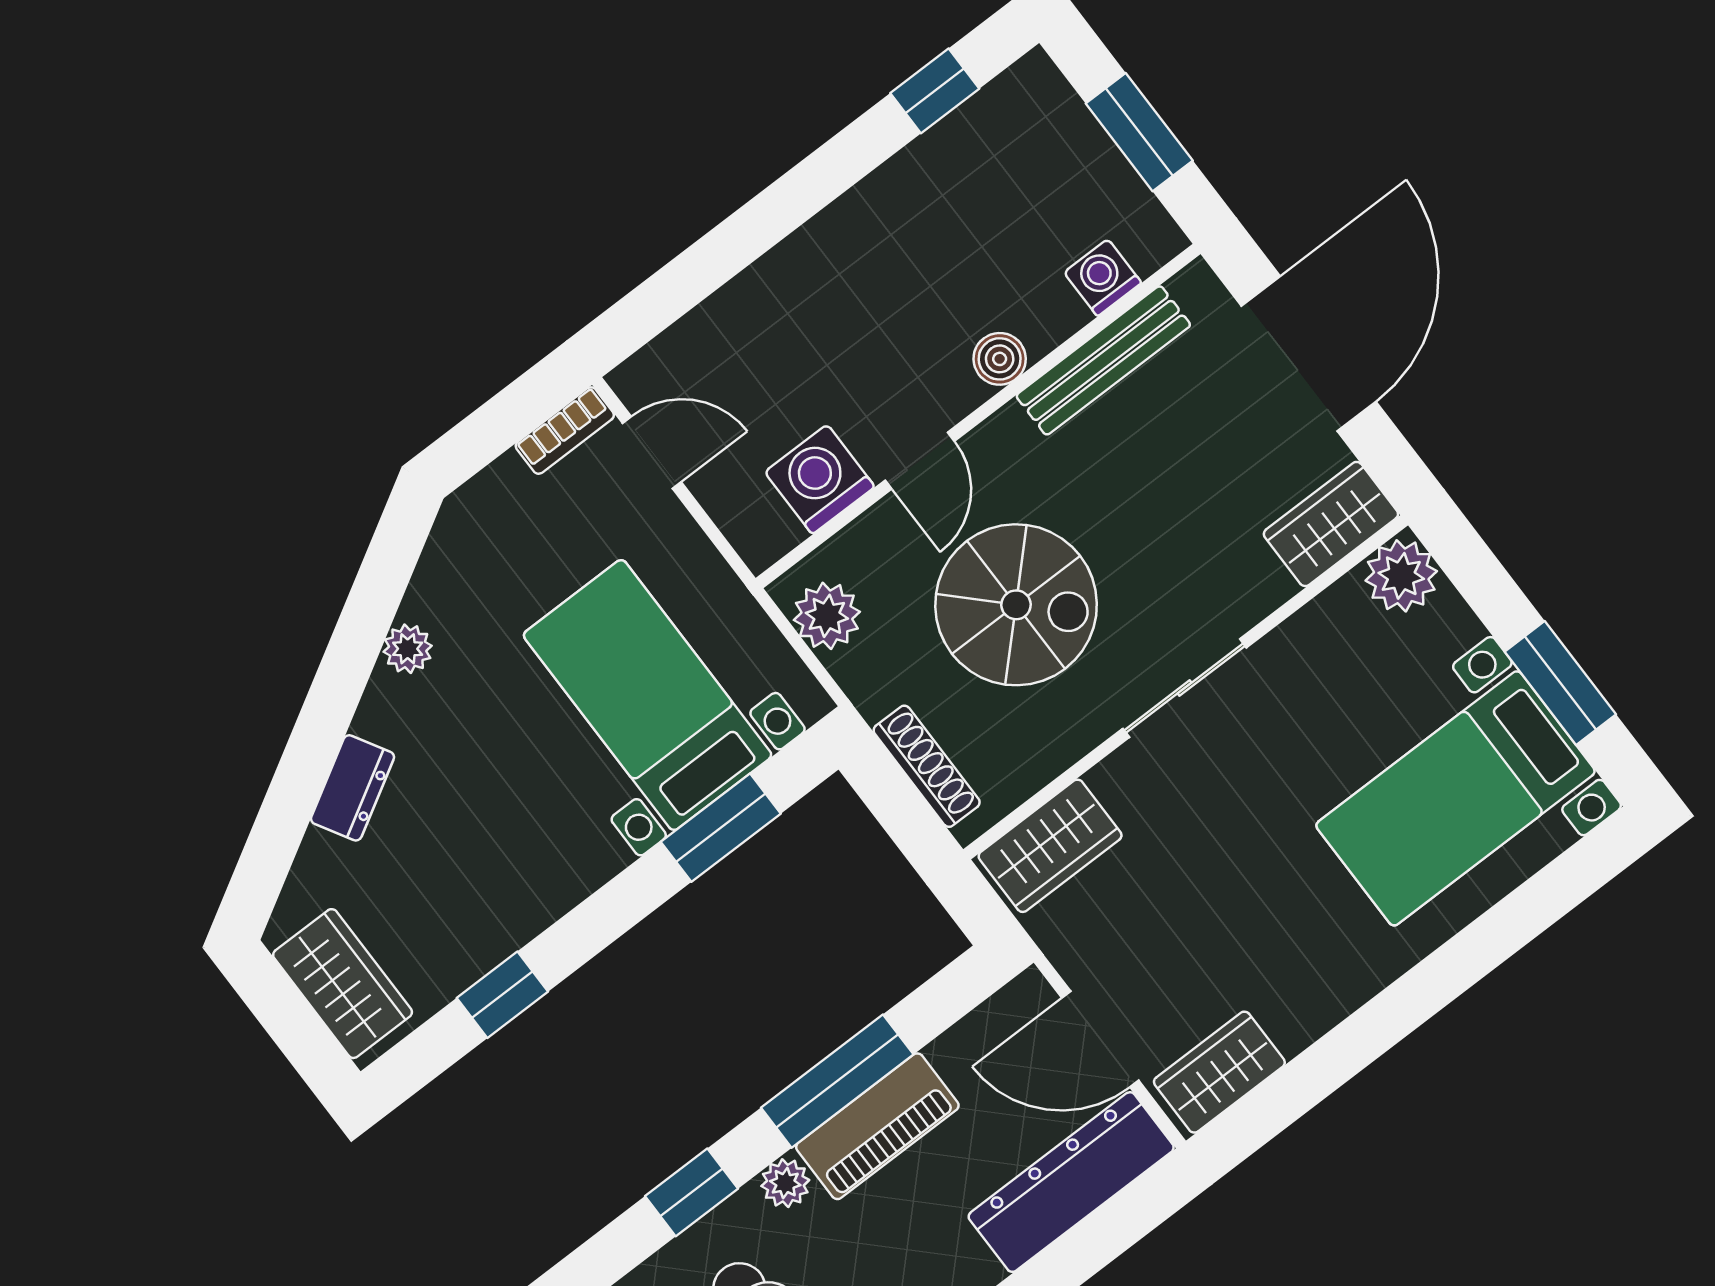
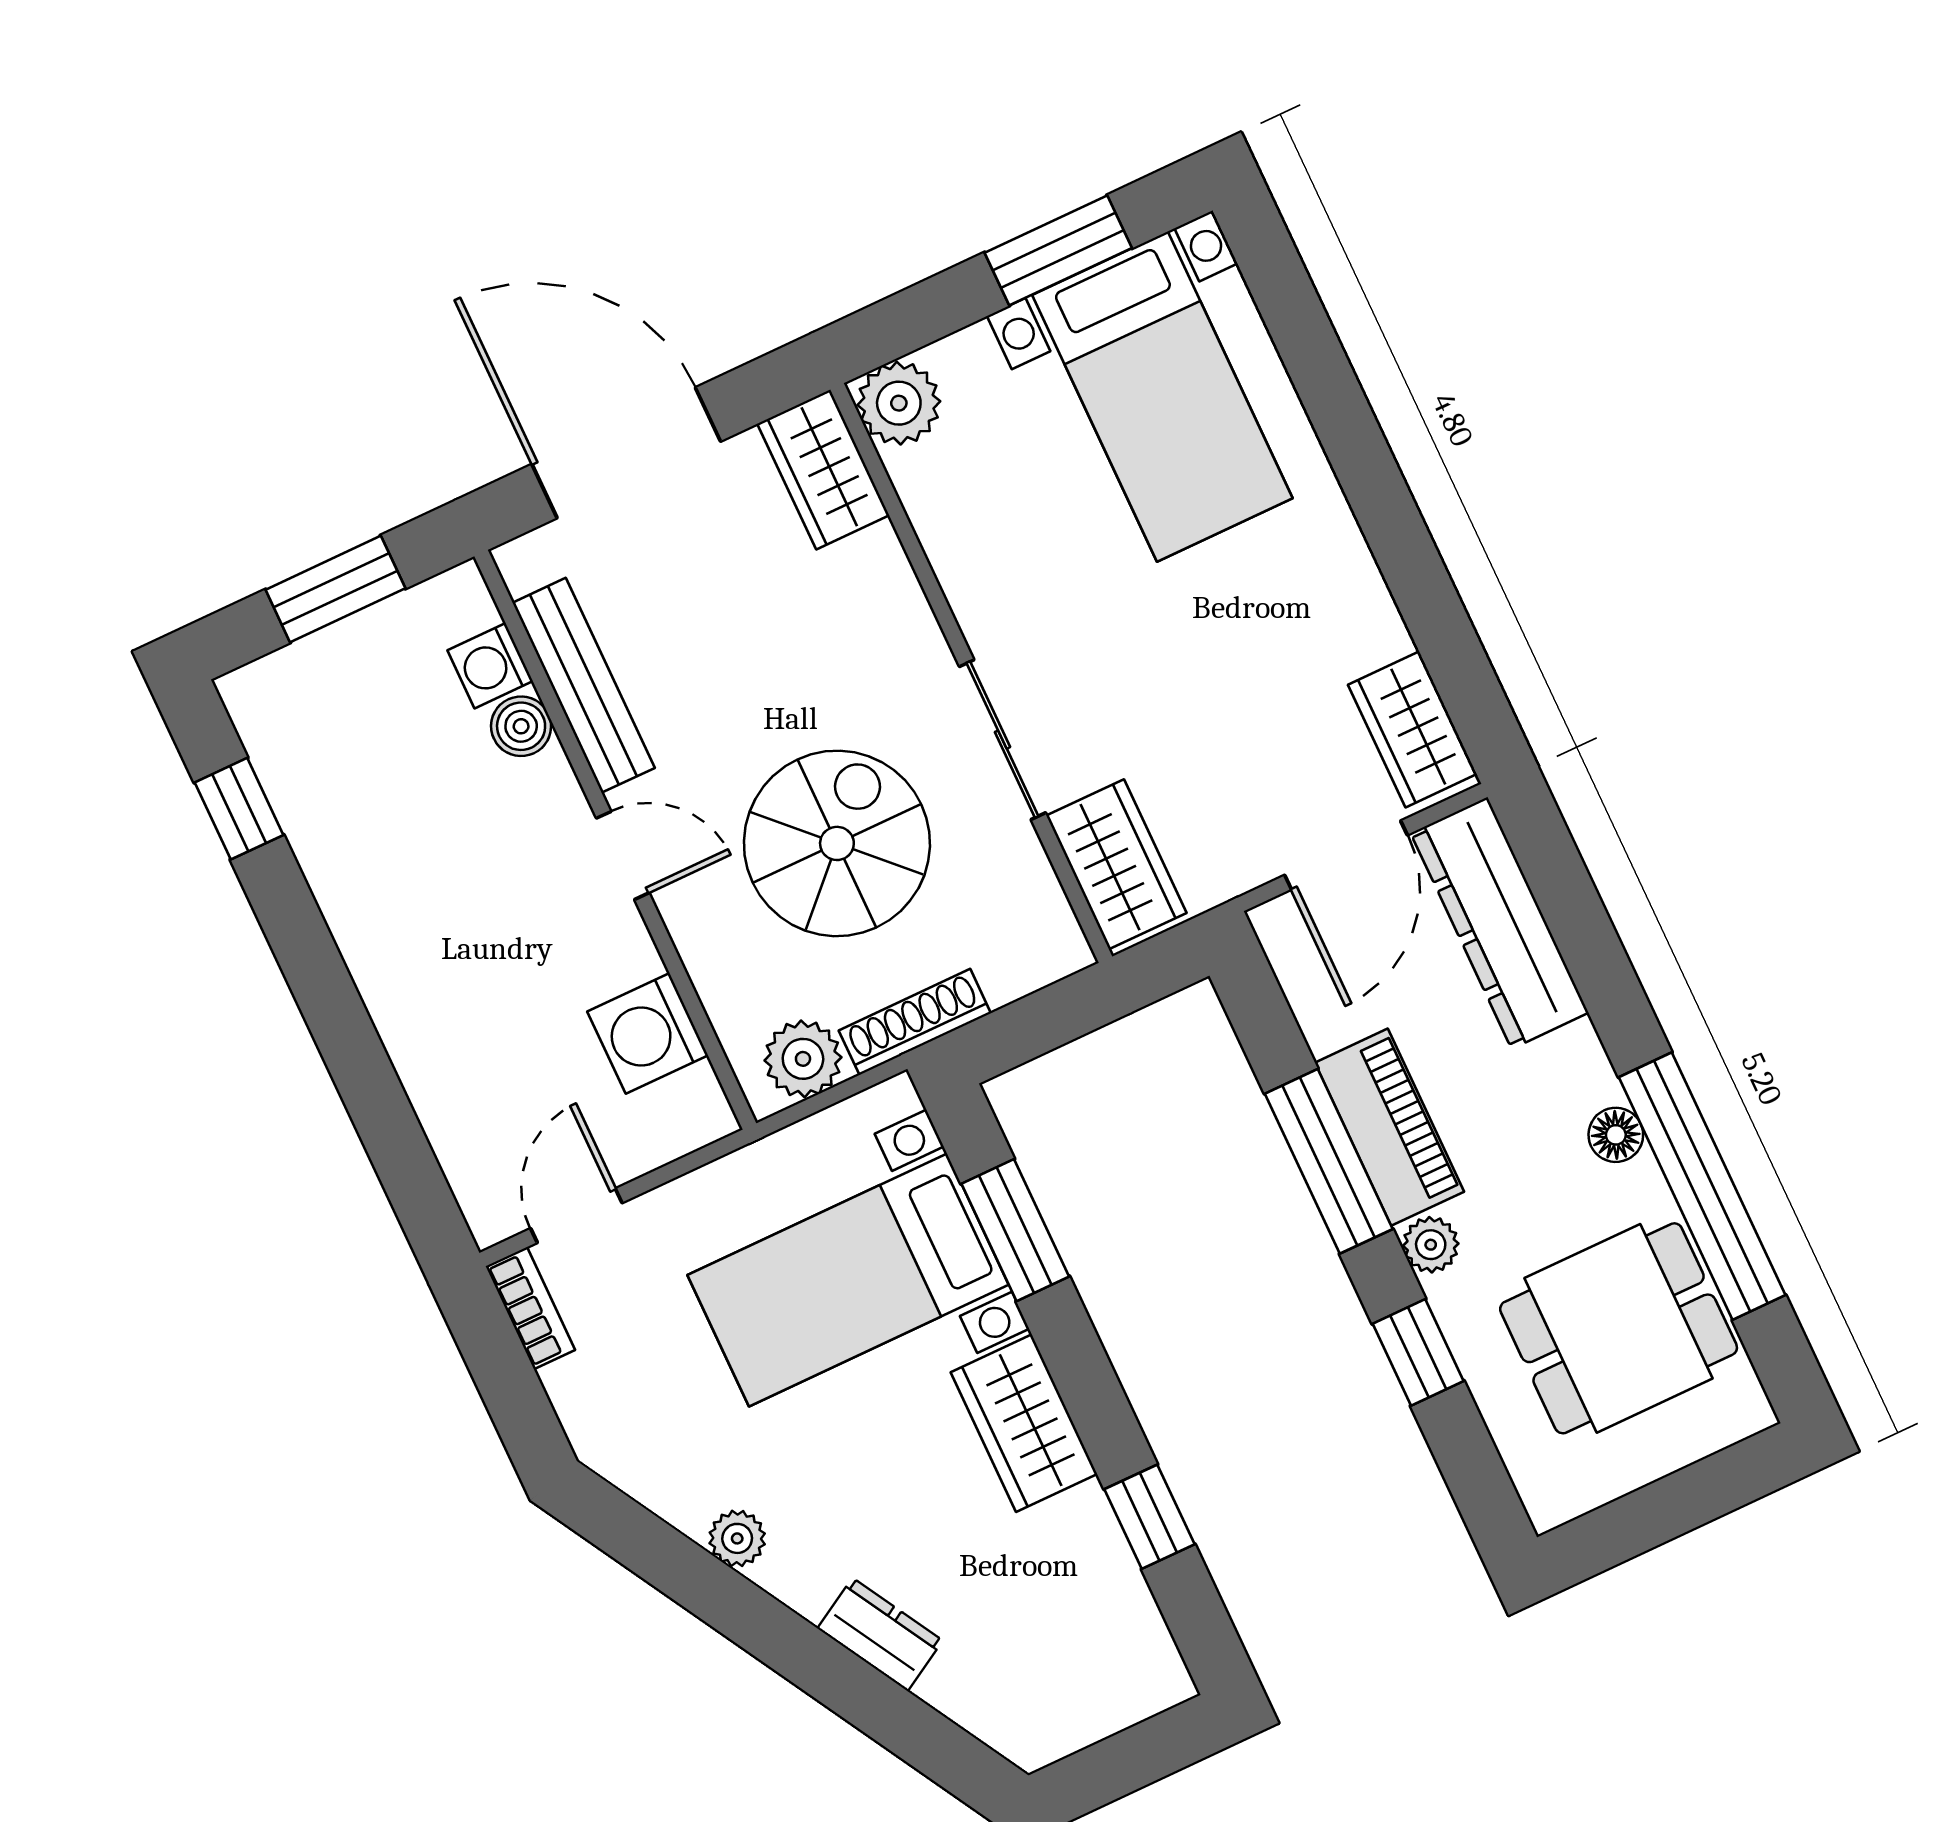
boiler: (1000, 359) -> (521, 726), moved
door: (920, 461) -> (623, 855), moved
sliding door: (1185, 688) -> (1002, 740), moved
shoe rack: (927, 766) -> (915, 1022), moved
wardrobe: (343, 984) -> (1024, 1423), moved, turned -90

